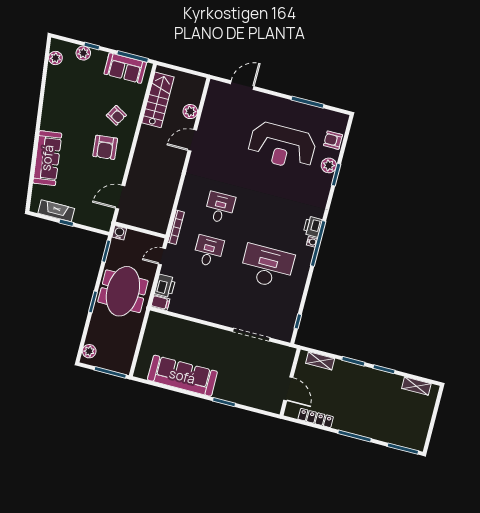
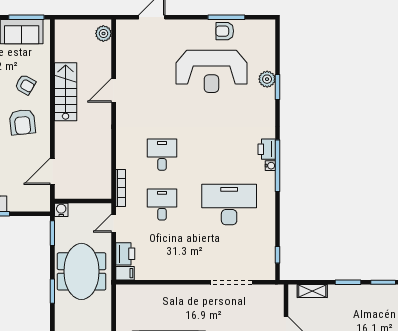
stairs: (158, 100) -> (66, 92), moved
plant: (190, 112) -> (103, 33), moved
armchair: (333, 140) -> (225, 31), moved

